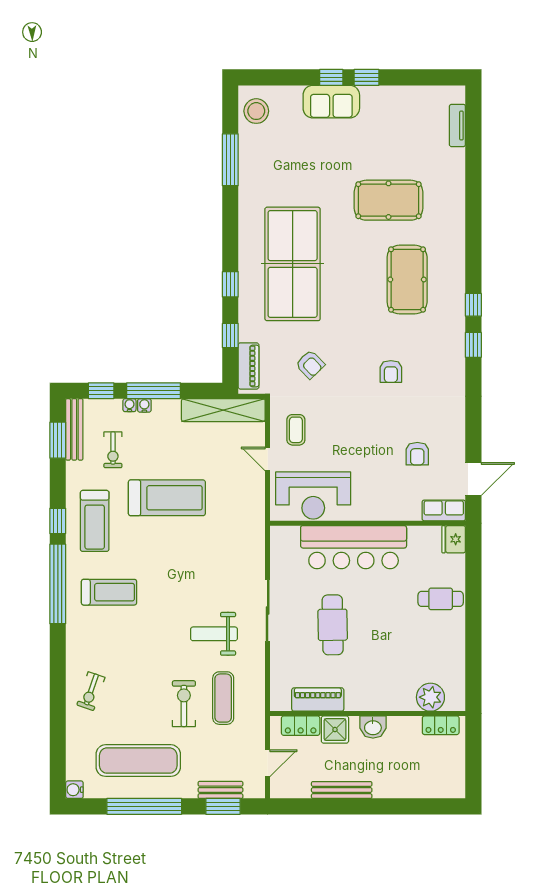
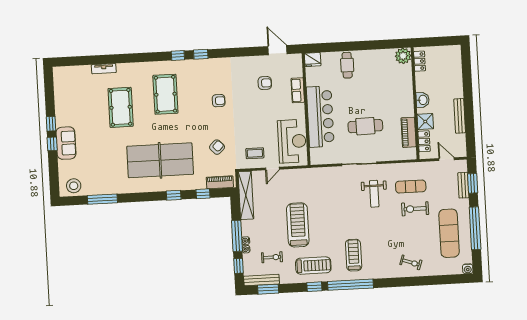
tv unit: (457, 125) -> (104, 69), moved
pool table: (407, 280) -> (165, 94), turned 90
row of seats: (444, 510) -> (298, 90), moved
plant: (430, 697) -> (403, 56), moved

